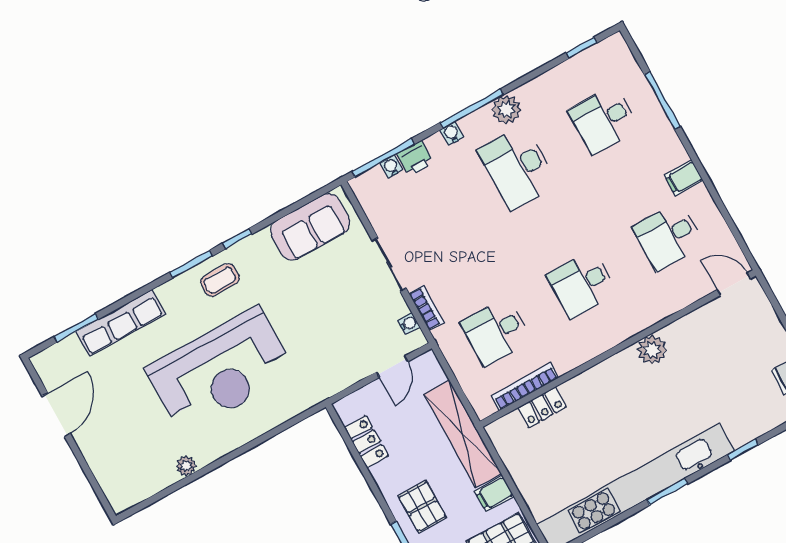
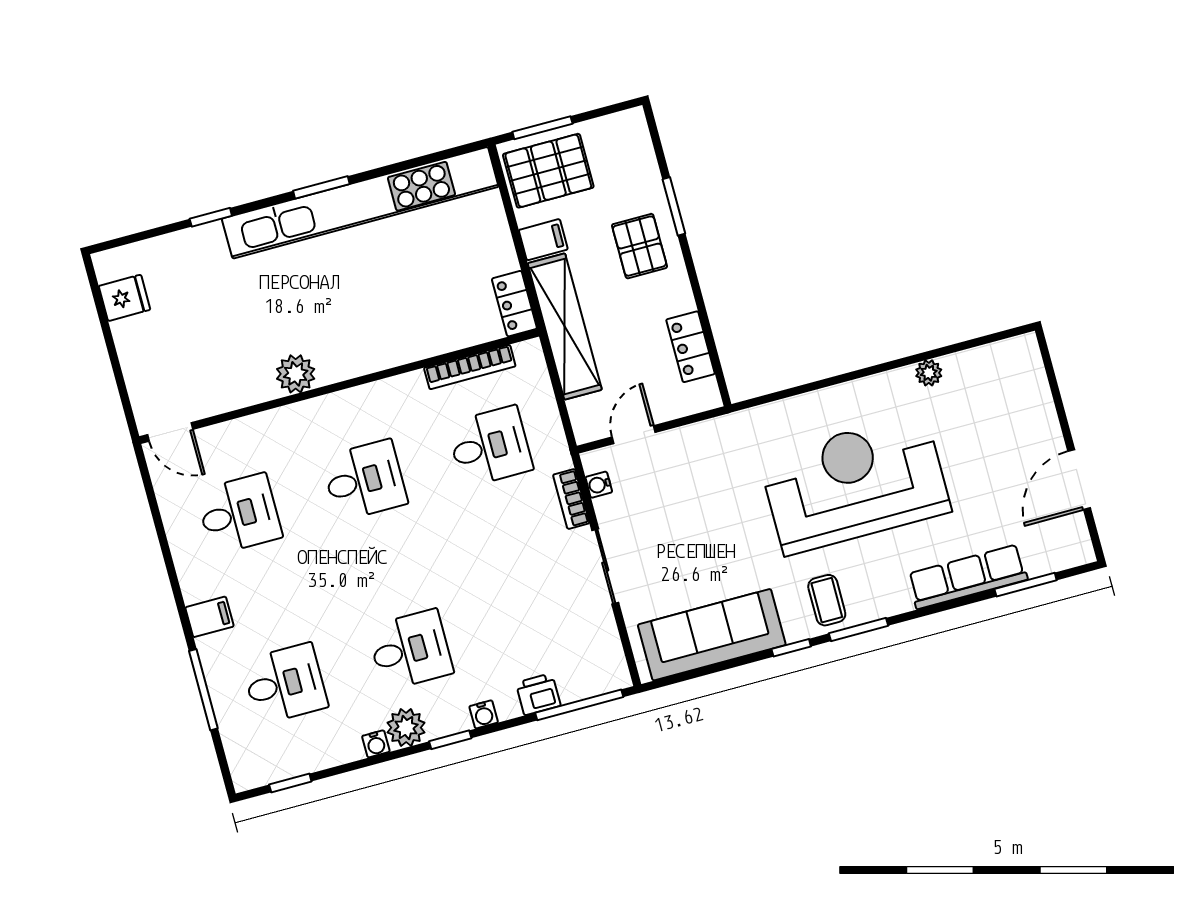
window: (472, 109) -> (450, 740), width x0.46
water cooler: (391, 167) -> (376, 744), moved
desk: (517, 168) -> (410, 650), width x0.73
filing cabinet: (684, 178) -> (210, 617), moved
sofa: (310, 227) -> (712, 635), width x1.36
coffee table: (220, 280) -> (827, 600), turned 90
locker: (542, 407) -> (514, 304), moved, turned -90

